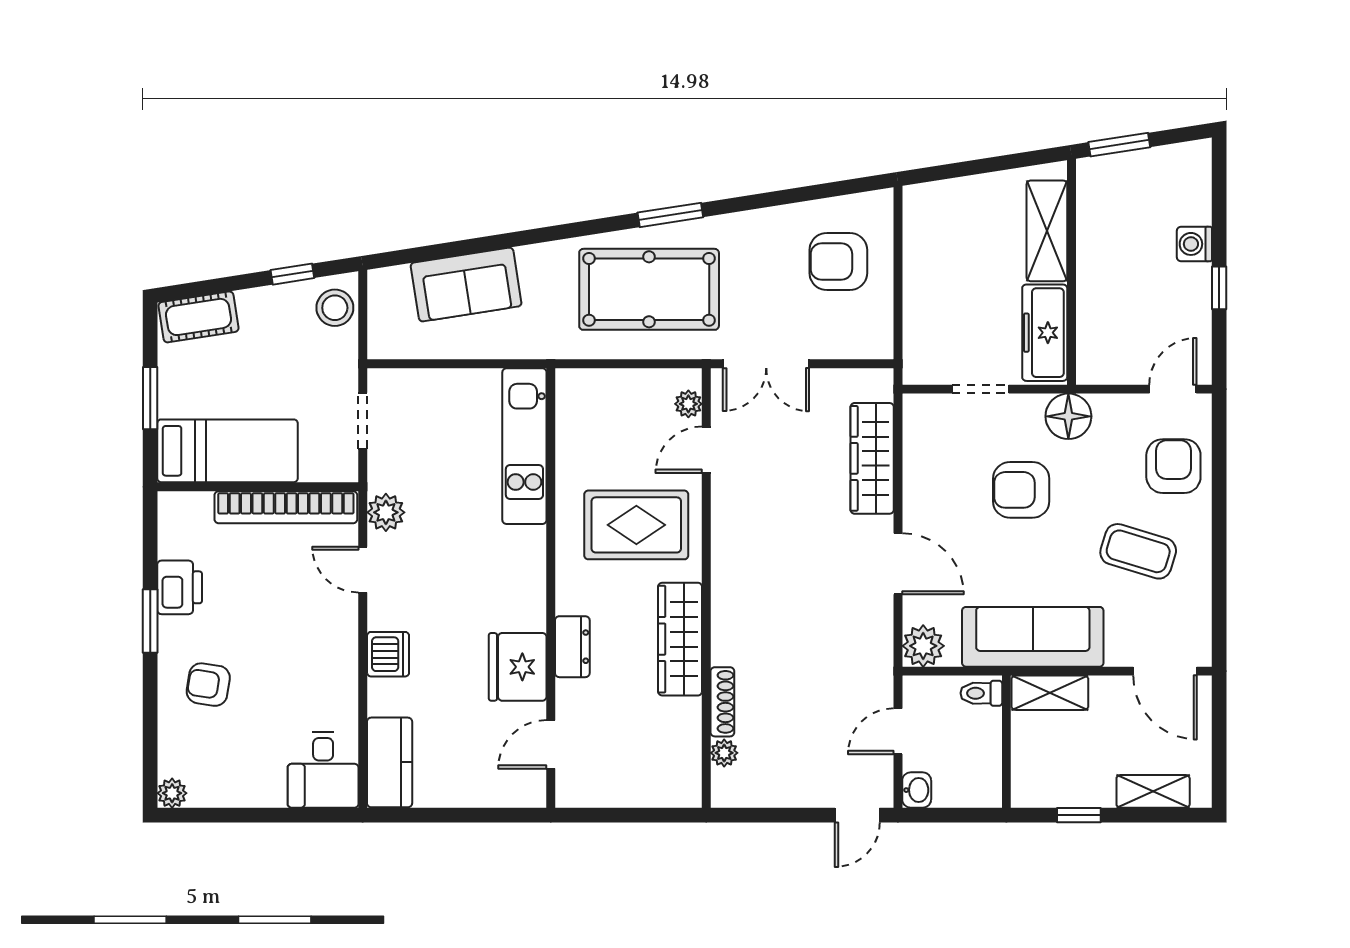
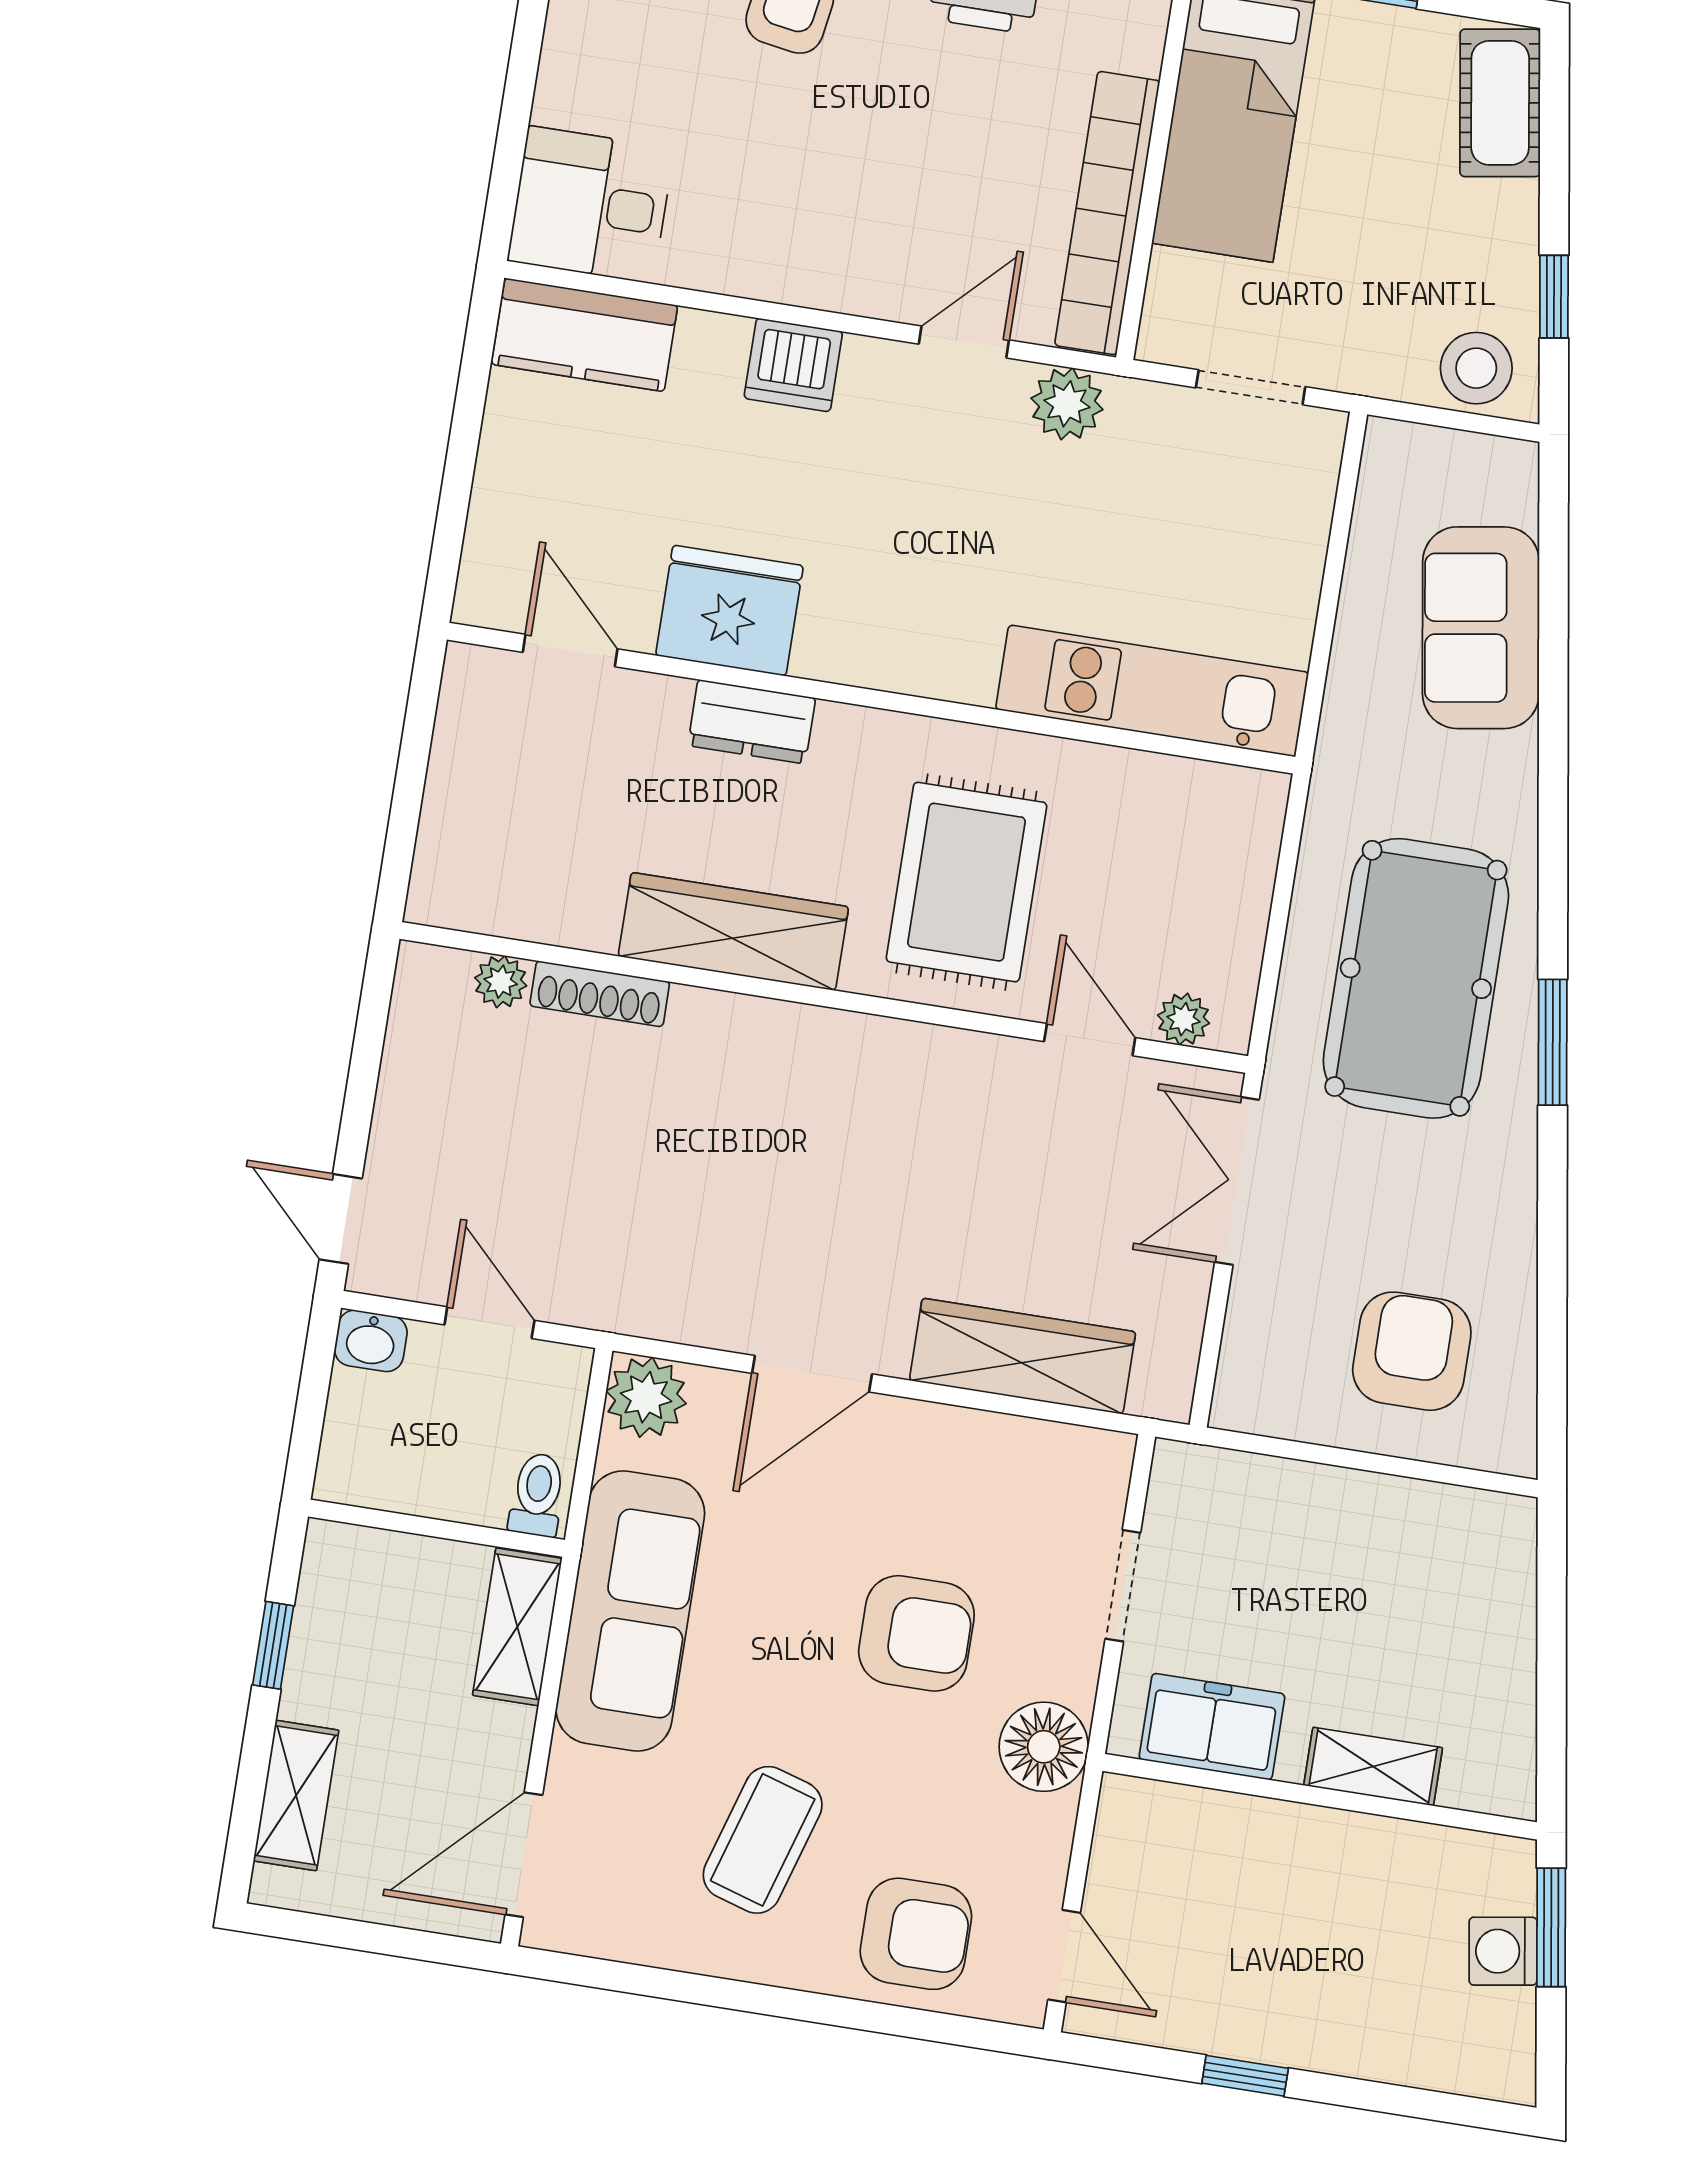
shelving: (1047, 231) -> (1373, 1767), width x0.67, depth x0.75
washing machine: (1194, 244) -> (1503, 1951), moved, turned -99
freezer: (1045, 333) -> (1212, 1727), width x0.71
armchair: (1021, 490) -> (916, 1633), turned 90

